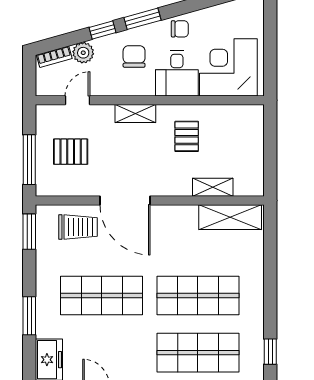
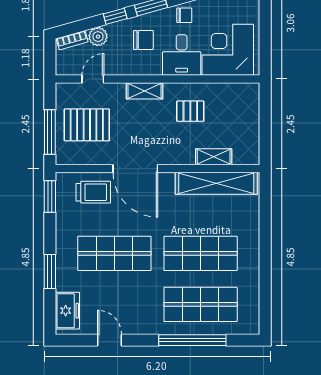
chair: (134, 56) -> (143, 40), turned 90
pallet: (187, 136) -> (190, 111), turned 90
pallet: (71, 152) -> (87, 125), width x1.50, depth x1.42
shelving: (230, 217) -> (216, 183), width x1.47
window: (270, 352) -> (265, 304), removed

